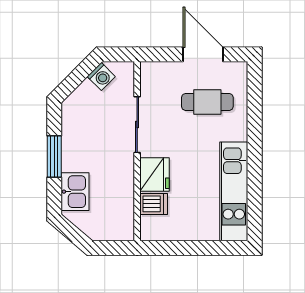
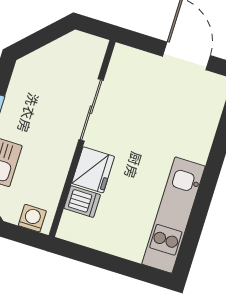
washing machine: (101, 77) -> (32, 218), moved, turned -135
cafe table: (207, 102) -> (175, 109), removed

